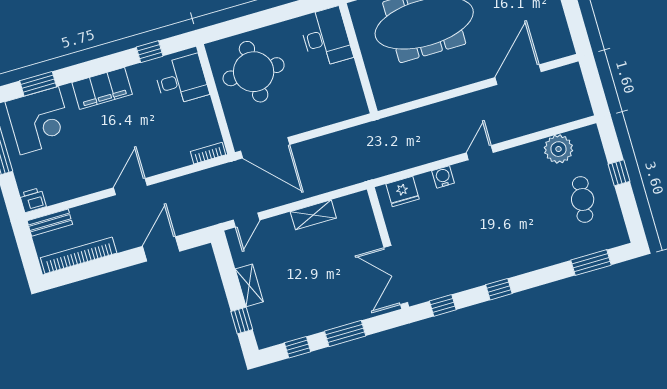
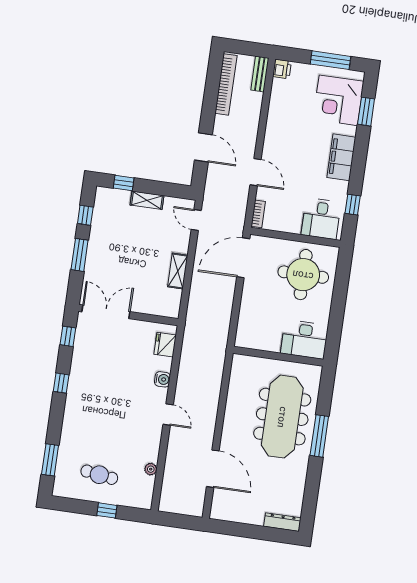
plant: (558, 149) -> (151, 469), width x0.53, depth x0.53
door: (130, 187) -> (256, 172), moved

